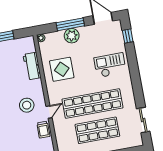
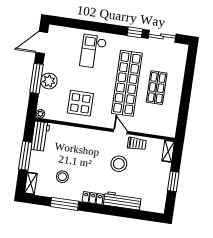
window: (128, 36) -> (135, 32), moved
workbench: (32, 66) -> (40, 136), moved, turned -90
stool: (27, 105) -> (119, 164), moved
shop shelf: (97, 130) -> (157, 88), width x0.70, depth x0.74

